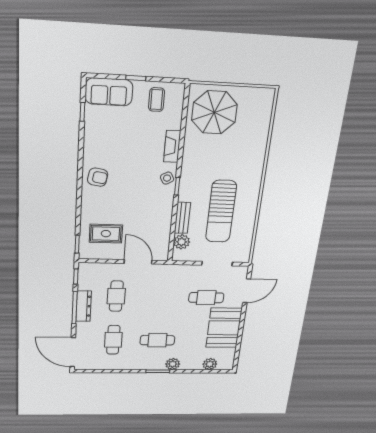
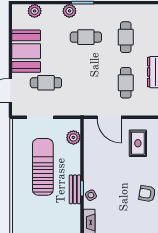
bench: (182, 218) -> (75, 189), moved
rug: (106, 234) -> (138, 143), turned 90

